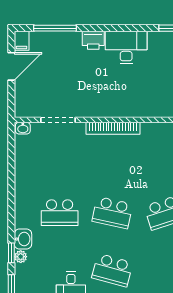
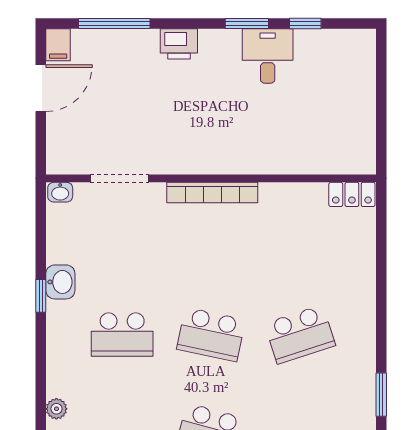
window: (134, 28) -> (247, 23), added
desk: (126, 47) -> (268, 56), moved, width x0.73
washbasin: (23, 239) -> (60, 282), moved
window: (11, 253) -> (41, 296), moved

